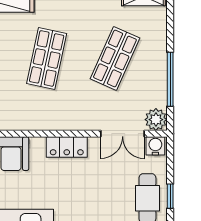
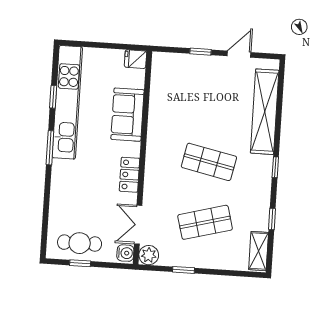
shop shelf: (115, 58) -> (205, 222), turned -39
window: (170, 79) -> (184, 270), width x0.46

